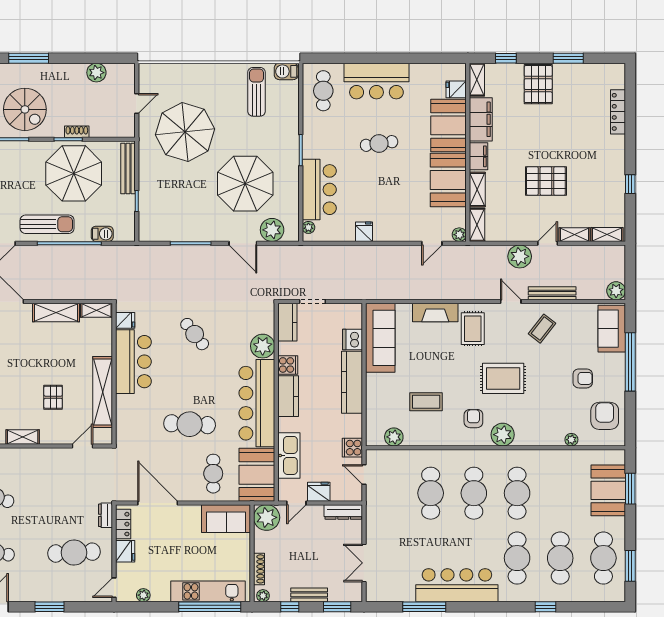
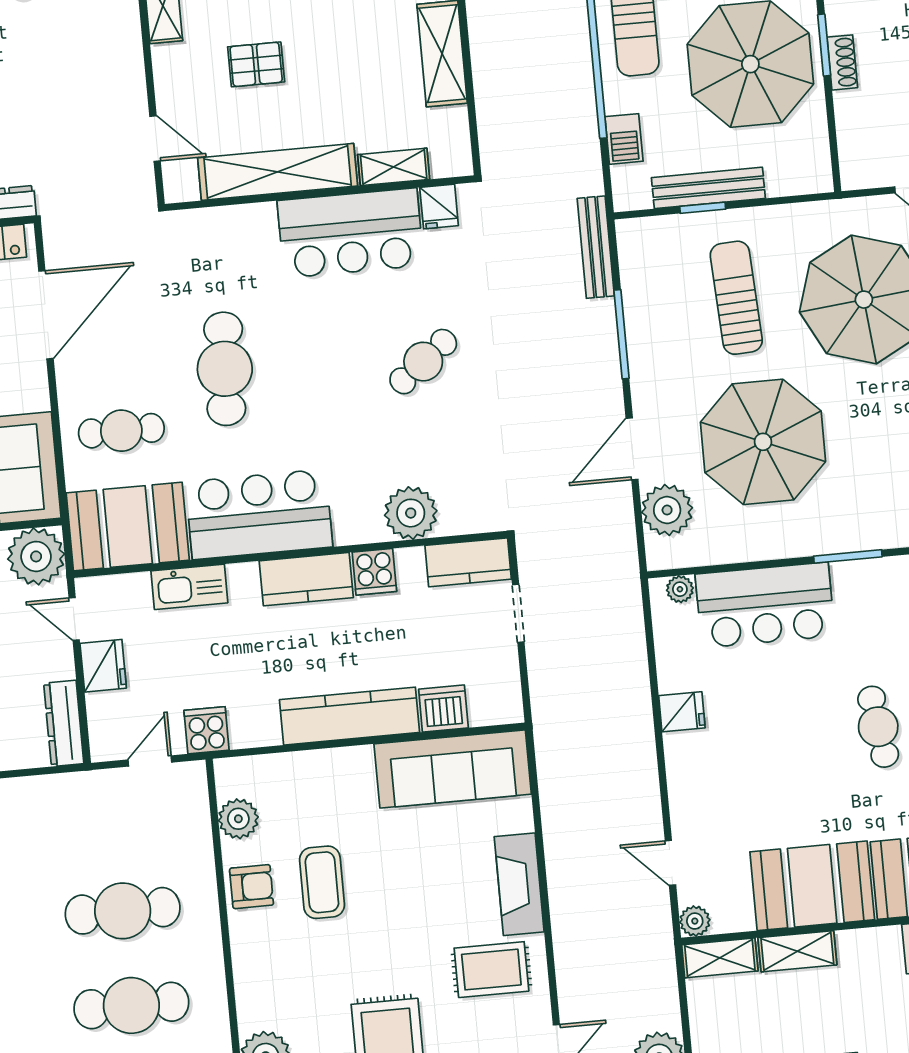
filing cabinet: (479, 156) -> (870, 947), removed
bench: (128, 168) -> (708, 188), moved
sun lounger: (179, 190) -> (736, 298), added
bench: (150, 251) -> (596, 247), added
shelving: (97, 310) -> (394, 167), moved, turned 90
bar counter: (257, 403) -> (259, 514), width x0.73
armchair: (473, 419) -> (252, 887), moved
kitchen sink: (289, 455) -> (189, 587), width x0.73, depth x0.81

